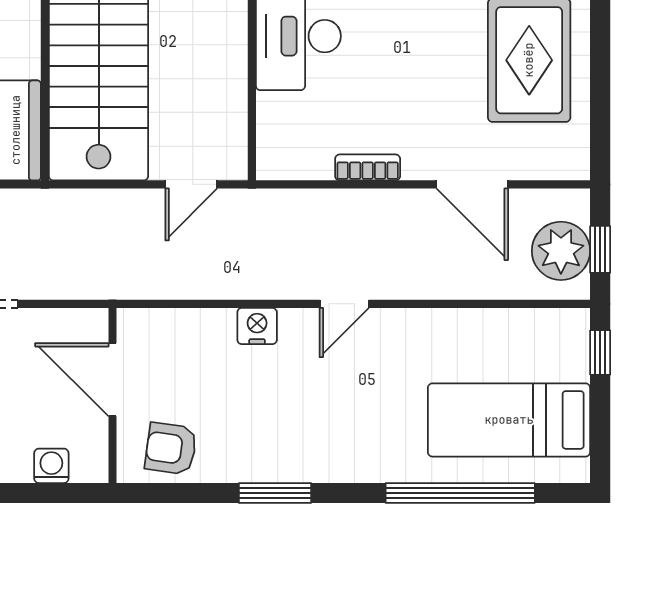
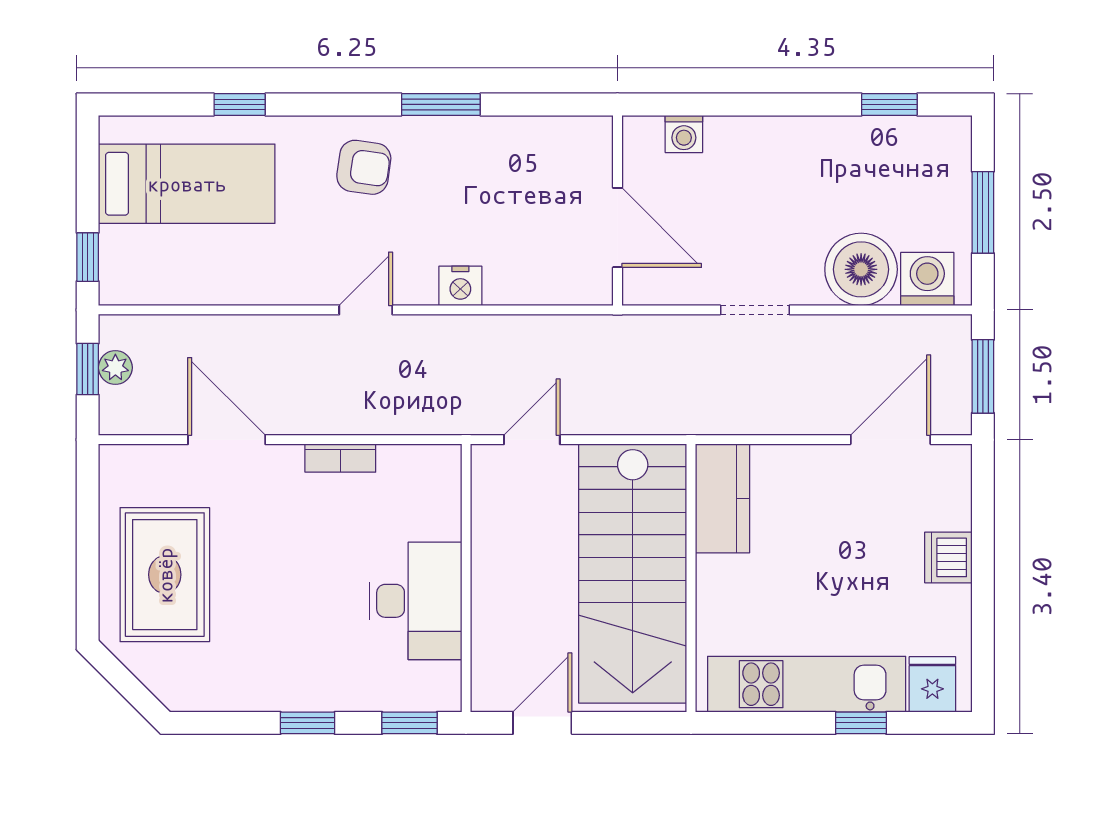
plant: (561, 251) -> (115, 368), width x0.53, depth x0.53
armchair: (171, 449) -> (364, 167), moved
window: (460, 493) -> (240, 104), width x0.32

